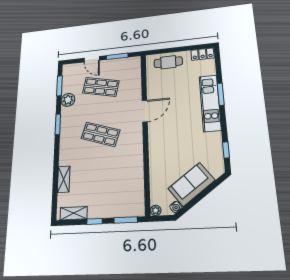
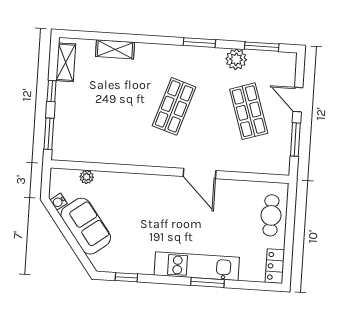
door: (92, 59) -> (298, 100), hinge flipped
shop shelf: (101, 87) -> (249, 111), turned -30
plant: (156, 210) -> (87, 177), moved

